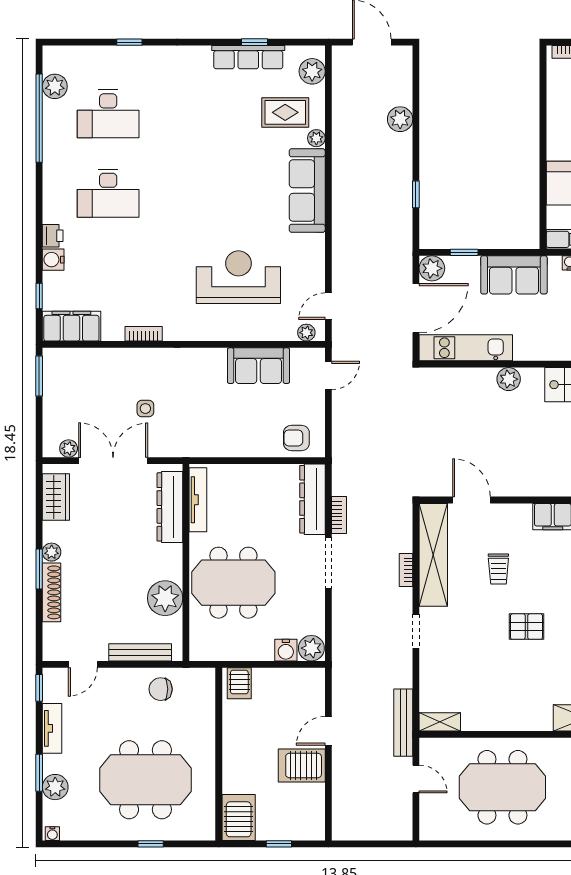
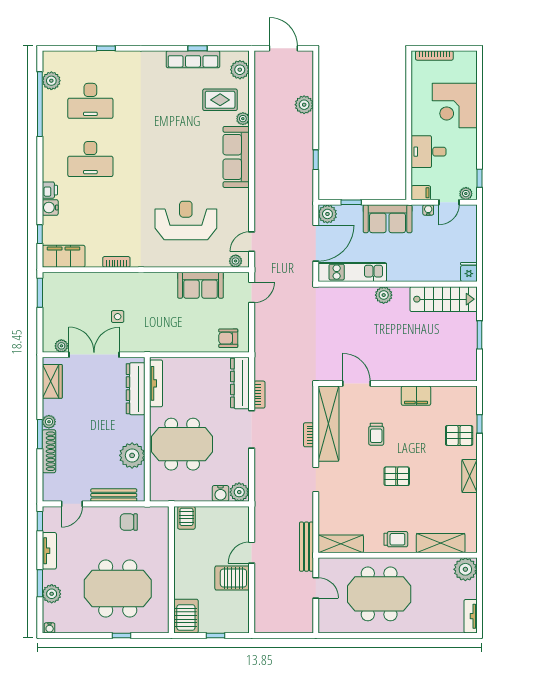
trolley: (525, 713) -> (396, 539), added
shelving: (440, 722) -> (341, 544), width x1.50, depth x1.33

